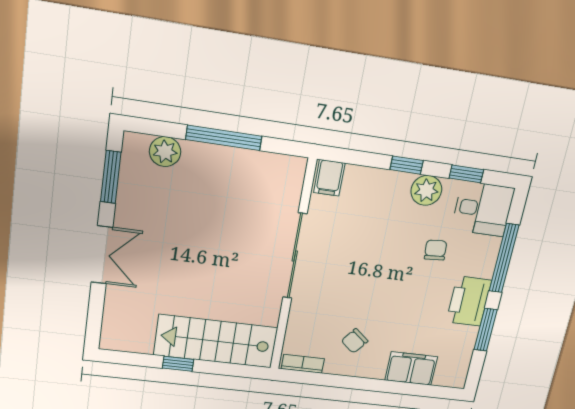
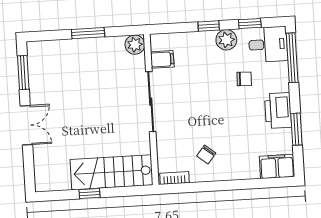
window: (224, 138) -> (88, 33), width x0.69
plant: (165, 152) -> (135, 45), moved
filing cabinet: (329, 178) -> (162, 59), moved, turned -90
chair: (436, 250) -> (244, 79), turned 96
window: (504, 258) -> (292, 58), moved
filing cabinet: (411, 368) -> (277, 166), moved

